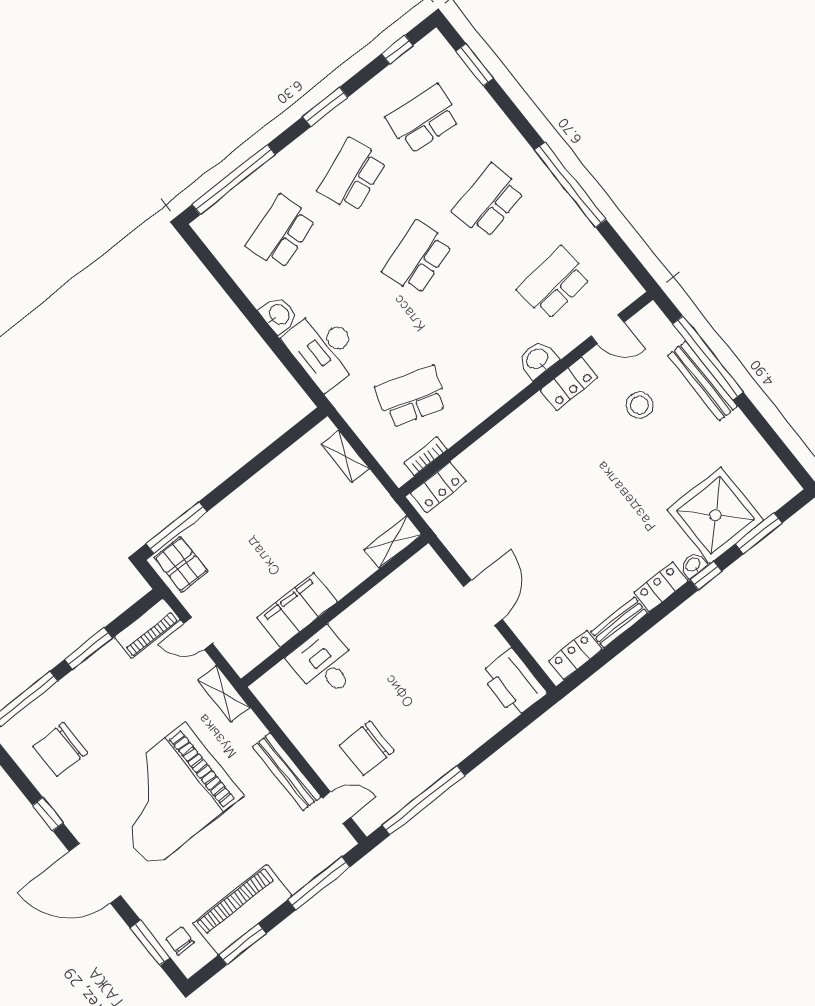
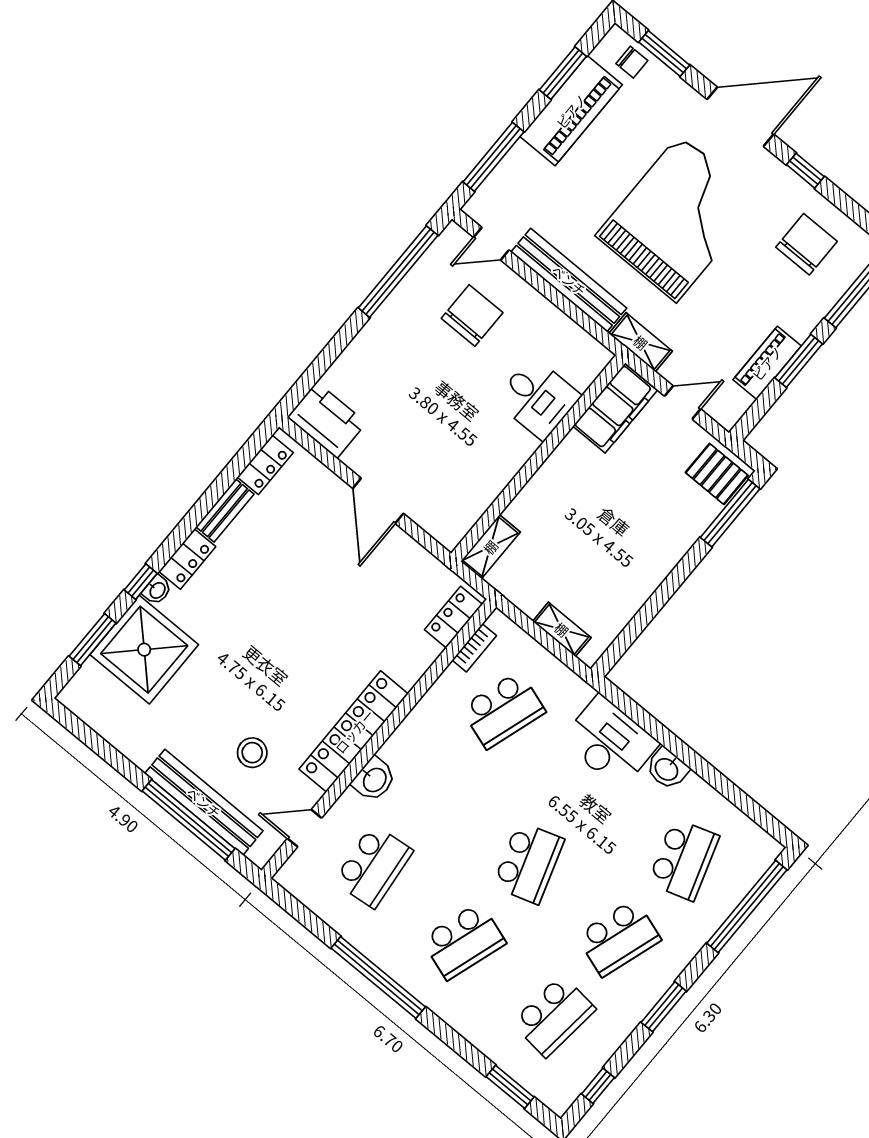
school desk: (352, 176) -> (619, 938), turned 39
school desk: (489, 201) -> (464, 941), turned 30
bench: (703, 381) -> (204, 802), width x1.37, depth x1.21
locker: (569, 384) -> (354, 731), width x2.16, depth x1.21
filing cabinet: (297, 610) -> (615, 408), moved
piano: (147, 628) -> (767, 363), moved
bench: (287, 772) -> (569, 280), width x1.37, depth x1.21

